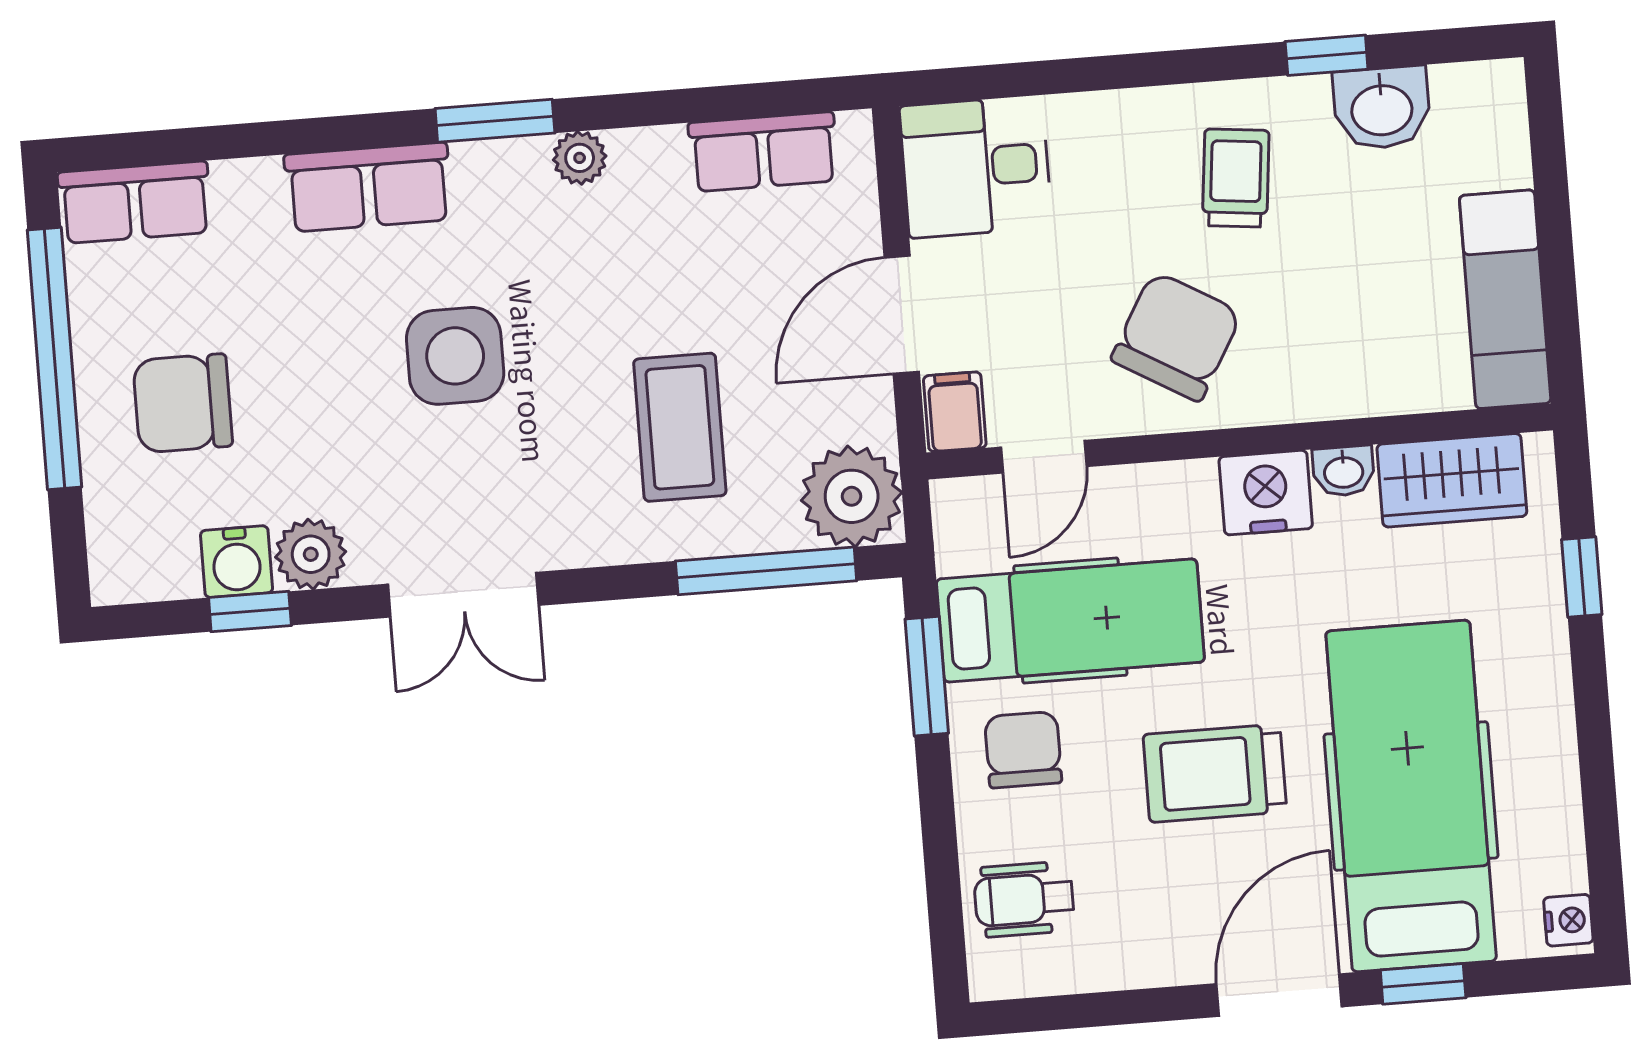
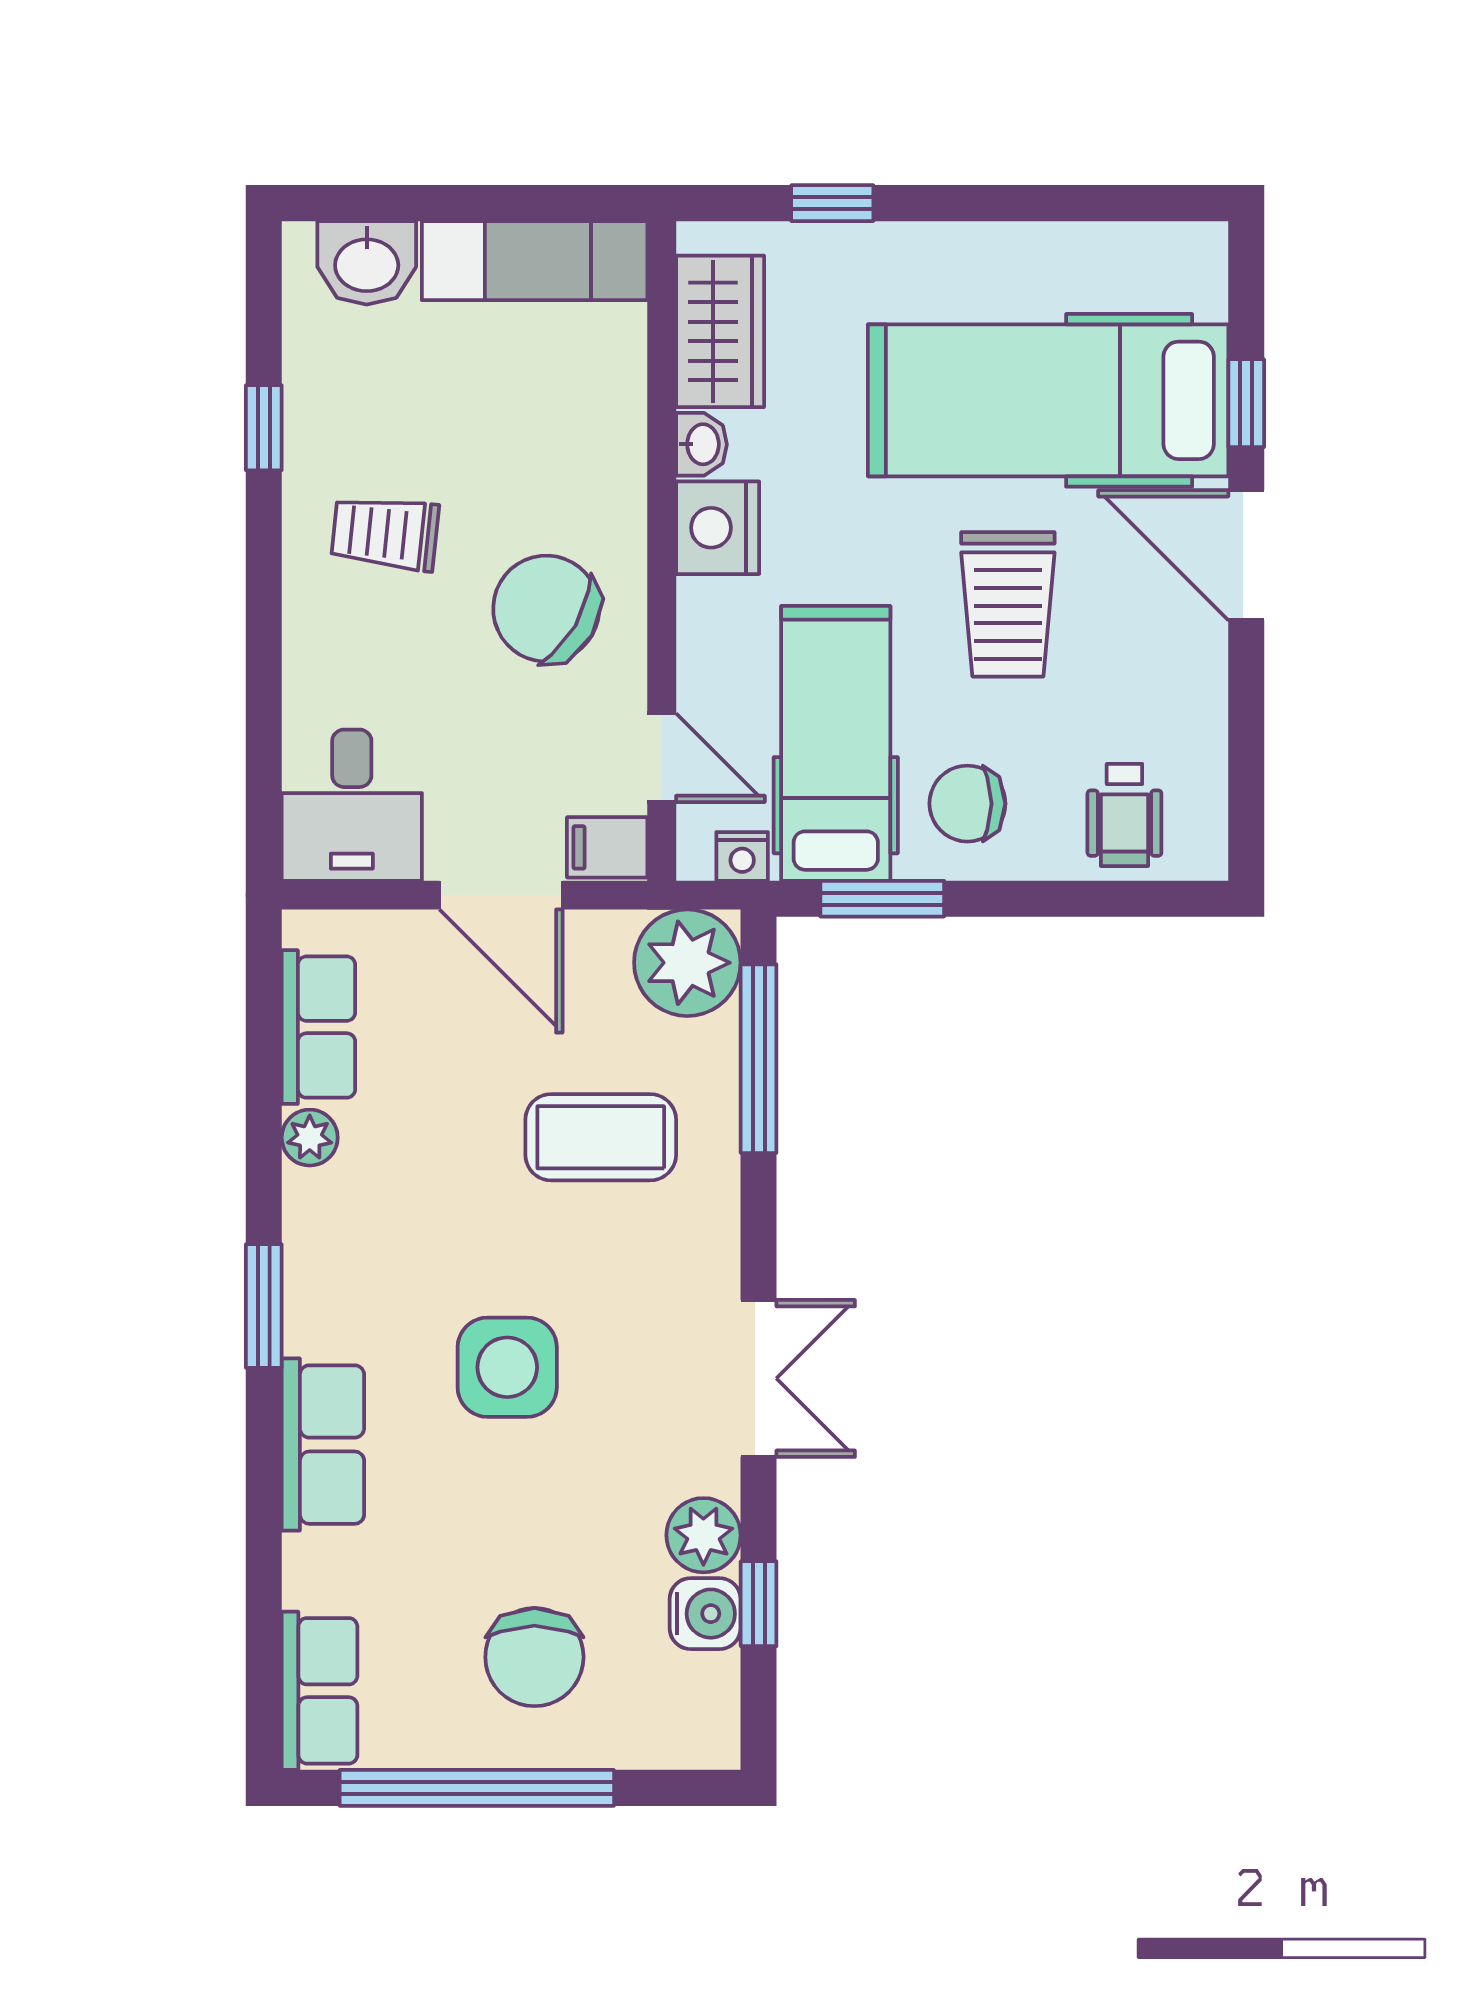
washbasin: (1382, 108) -> (367, 263), moved, turned 90
plant: (580, 158) -> (310, 1138), moved
nightstand: (1568, 920) -> (742, 856), moved, turned 180

